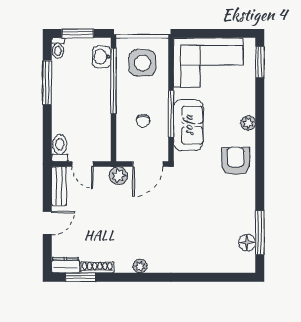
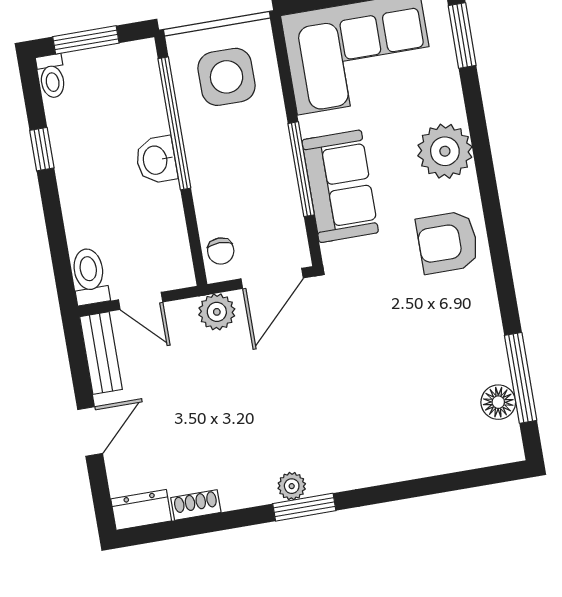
washbasin: (102, 57) -> (156, 160), moved
window: (47, 83) -> (42, 149), width x0.46
chair: (143, 121) -> (221, 251), moved
plant: (248, 123) -> (445, 151), width x1.87, depth x1.87
armchair: (236, 161) -> (447, 242), turned -90
shoe rack: (97, 267) -> (196, 505), width x0.70
window: (81, 277) -> (304, 507), moved

